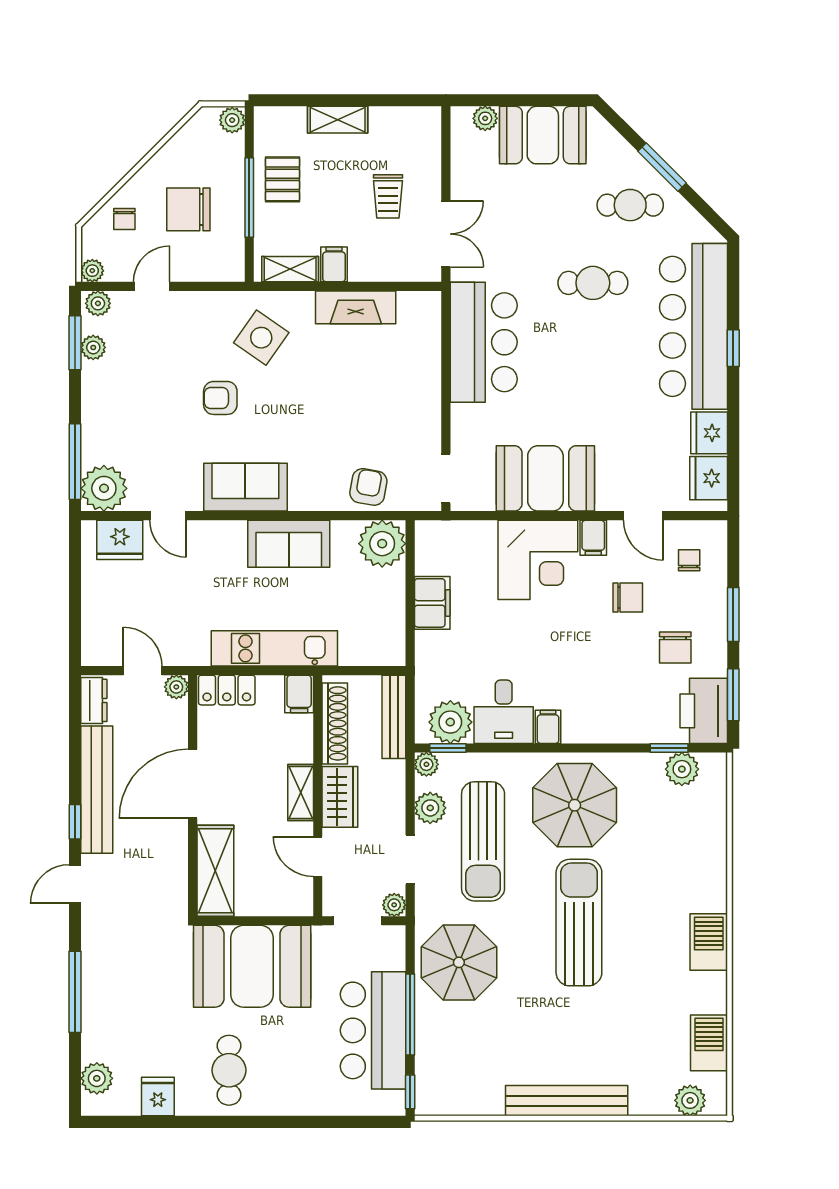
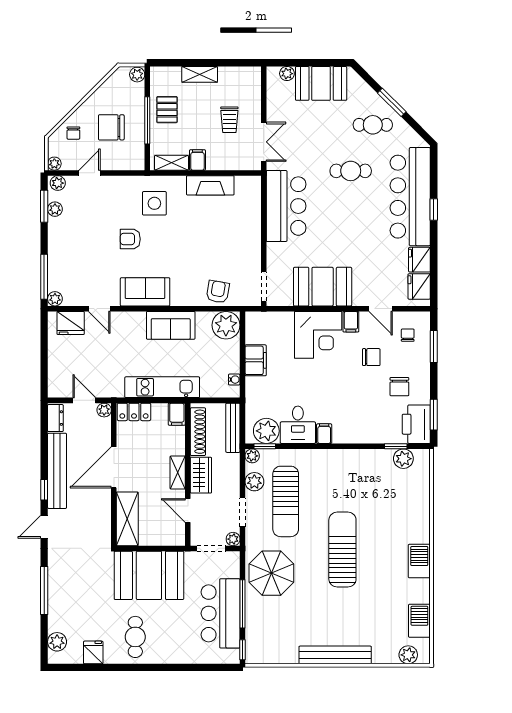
side table: (261, 338) -> (154, 203), turned -35
plant: (104, 488) -> (55, 299), width x0.53, depth x0.53
window: (733, 614) -> (434, 347), moved
water cooler: (396, 635) -> (234, 380), added
parasol: (575, 805) -> (340, 480), removed

